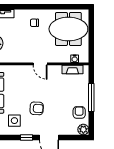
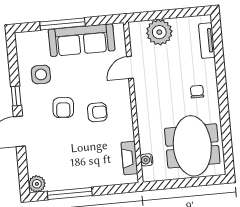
door: (40, 64) -> (130, 67), moved
window: (91, 98) -> (70, 193), moved
armchair: (79, 112) -> (97, 112), moved

